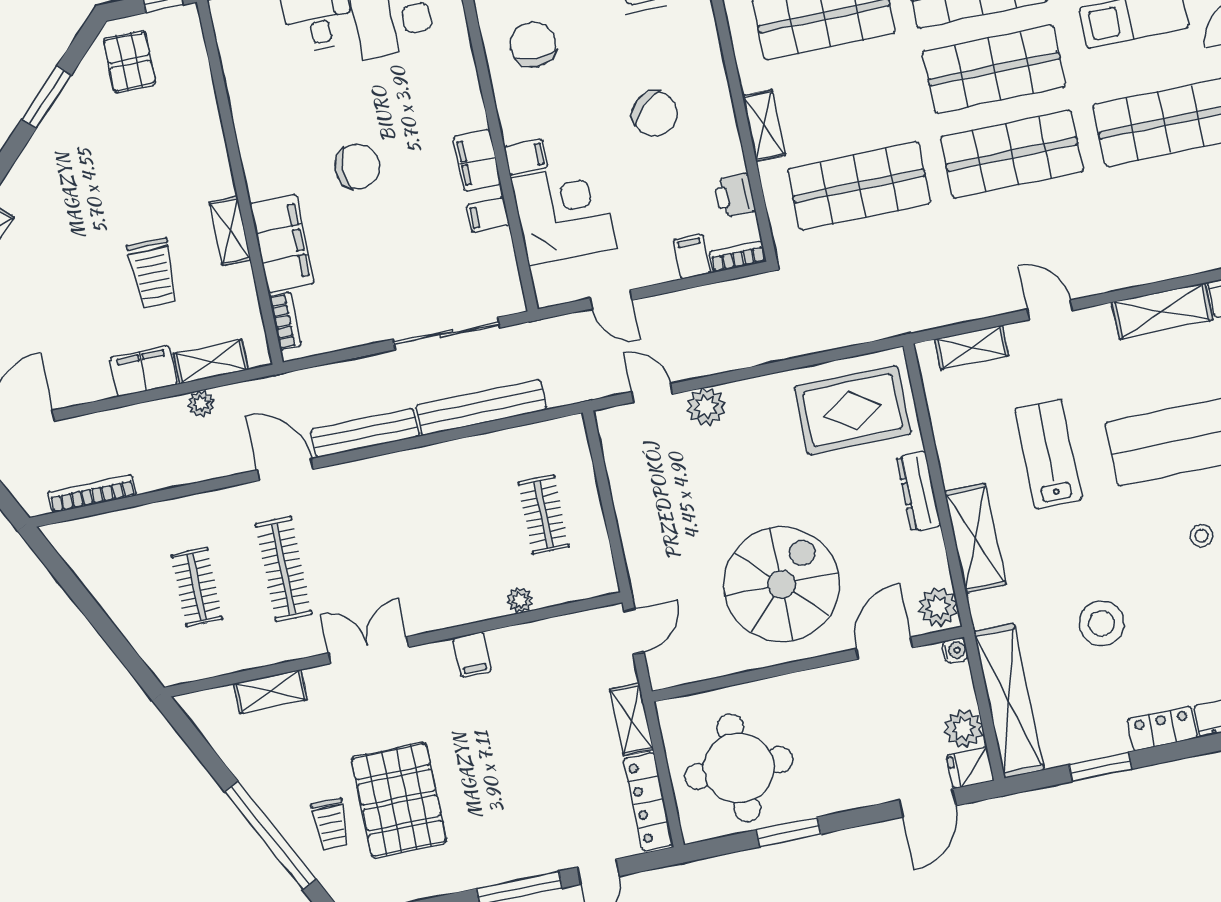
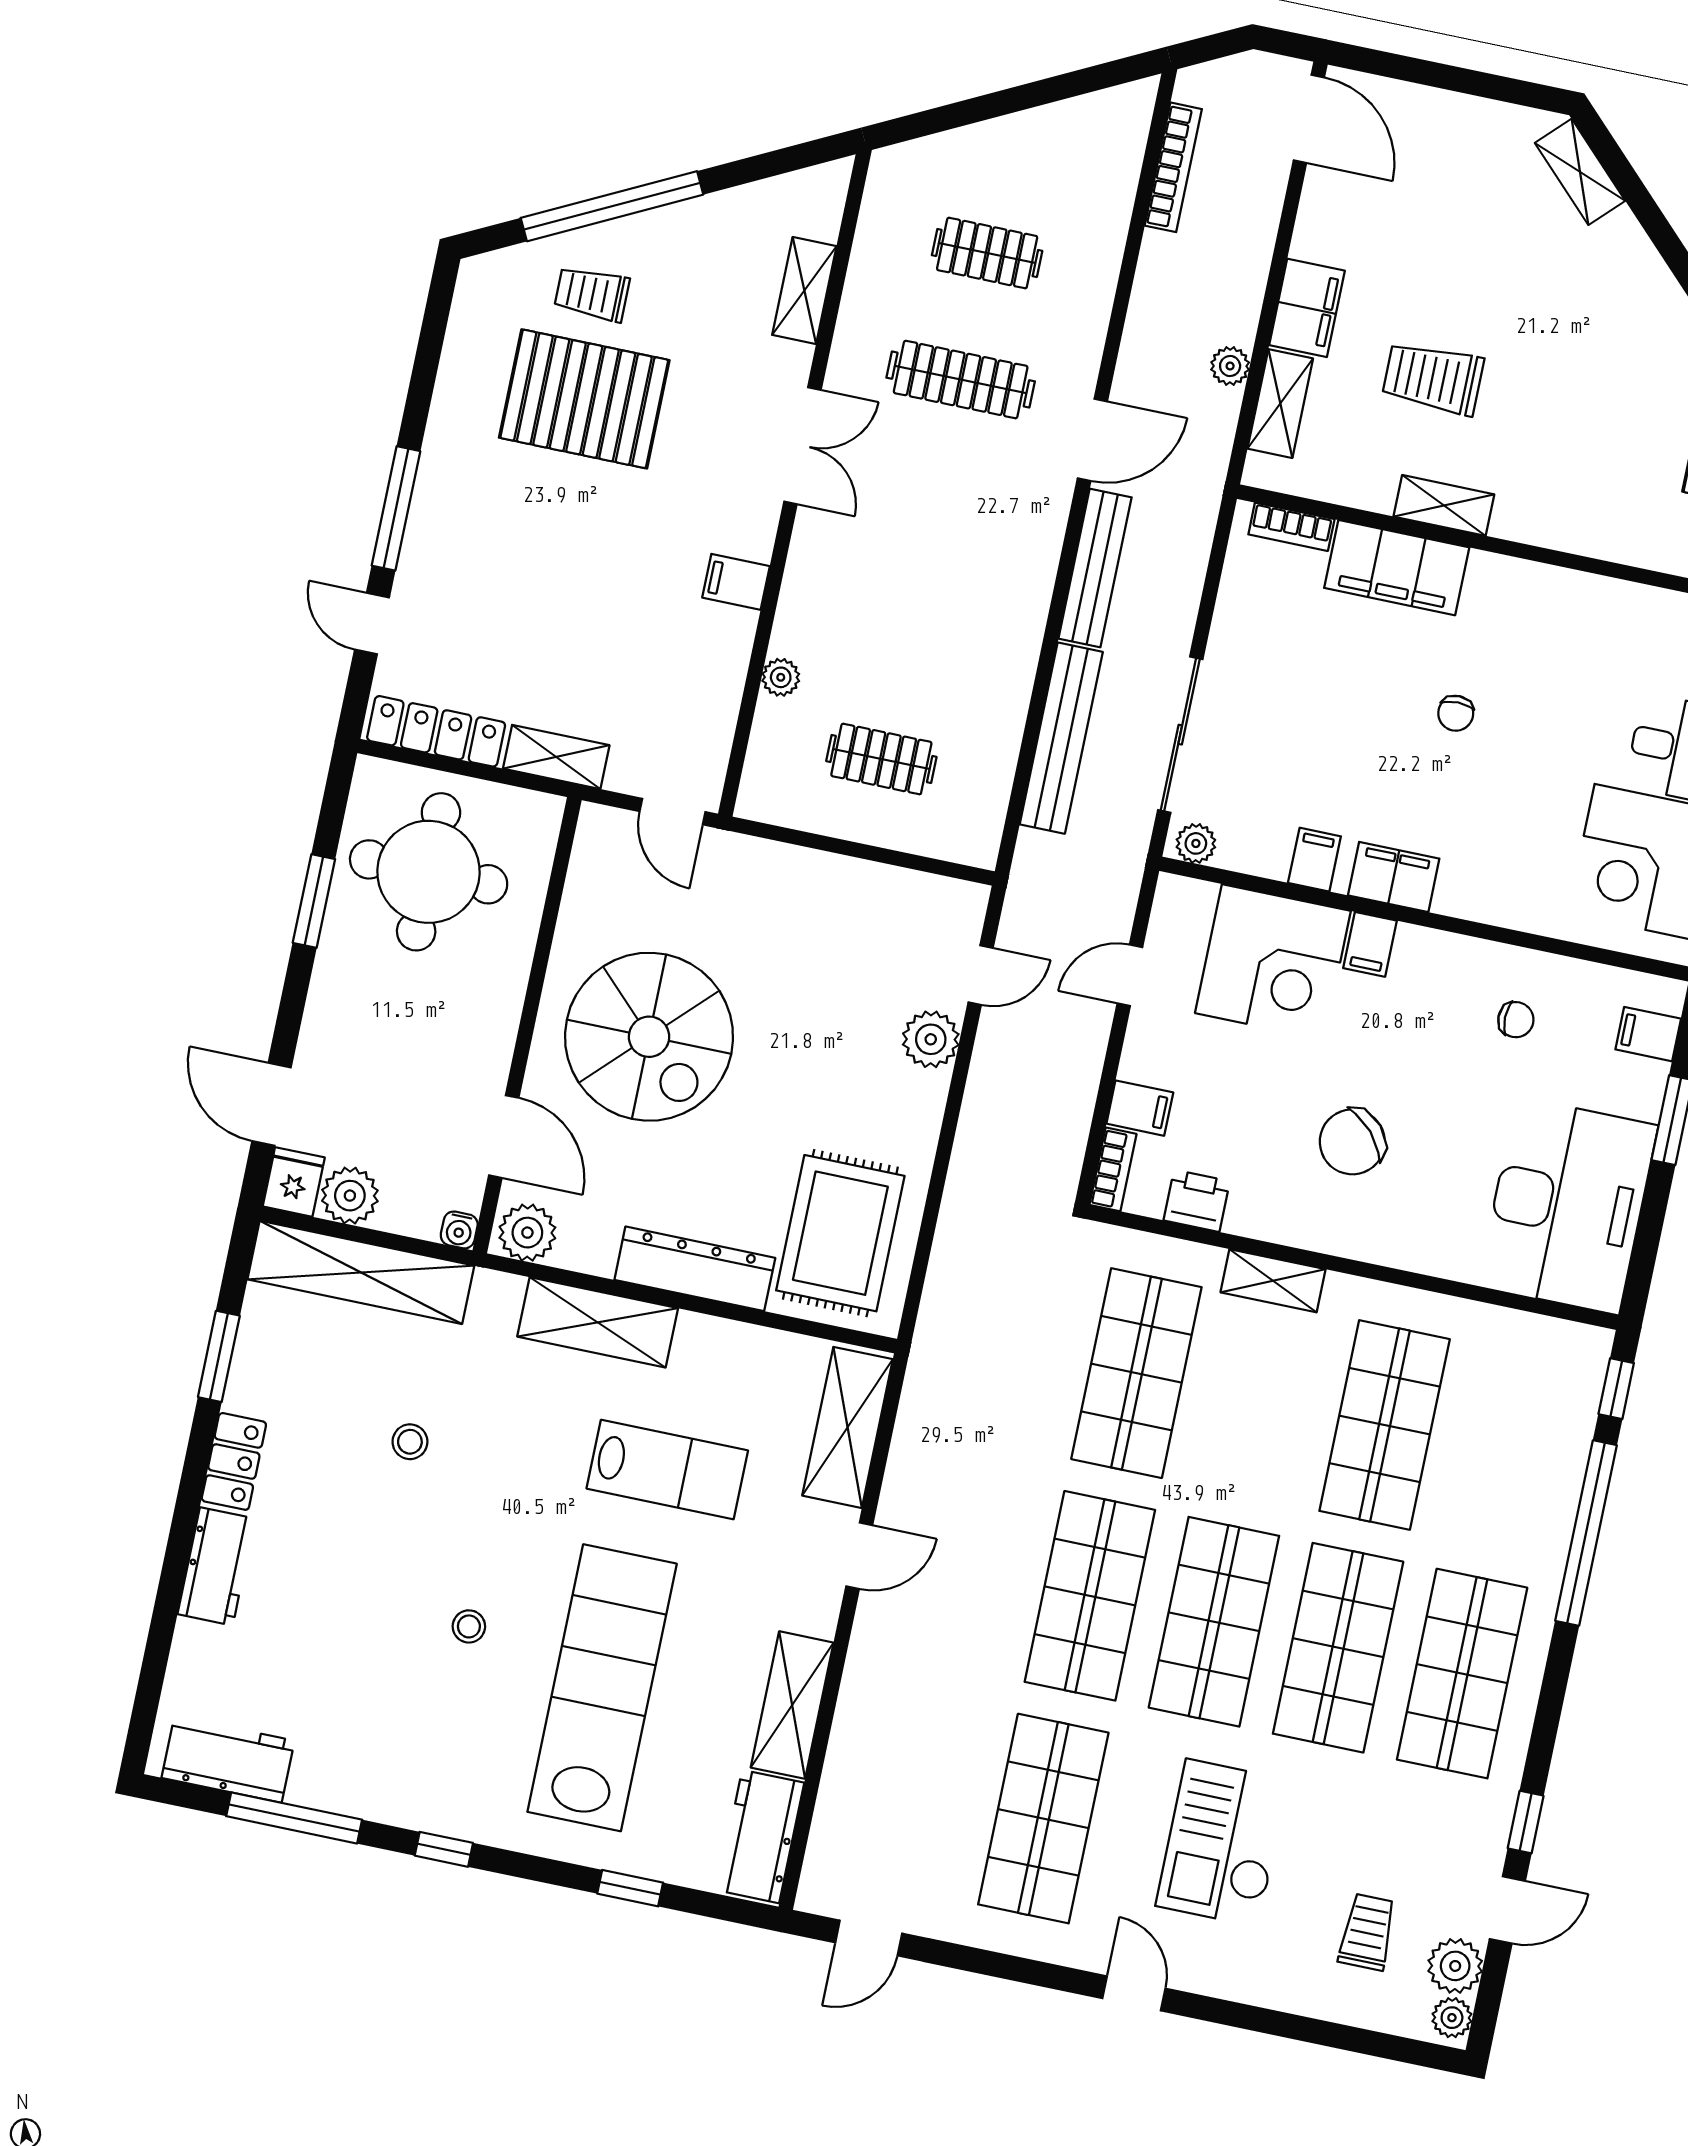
chair: (533, 45) -> (1516, 1020), width x0.54, depth x0.54
chair: (357, 166) -> (1456, 713), width x0.54, depth x0.54
plant: (510, 294) -> (1196, 843), added
shelving: (972, 347) -> (848, 1427), width x1.50, depth x1.33
dresser: (919, 491) -> (695, 1269), width x1.37, depth x1.24
stool: (1102, 623) -> (410, 1442), width x0.53, depth x0.53

